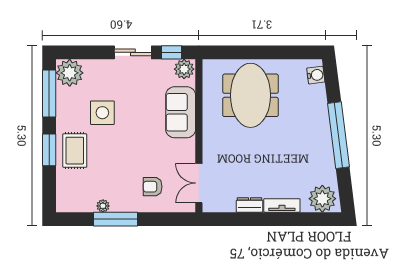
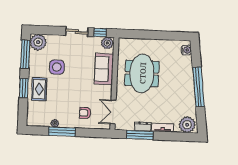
meeting table: (250, 95) -> (142, 73), moved
window: (245, 219) -> (140, 135), added

